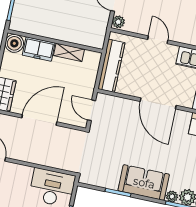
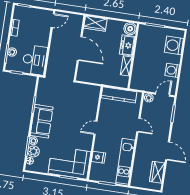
door: (158, 40) -> (138, 125), hinge flipped
door: (158, 103) -> (96, 128), width x0.53
door: (92, 110) -> (88, 83), removed

